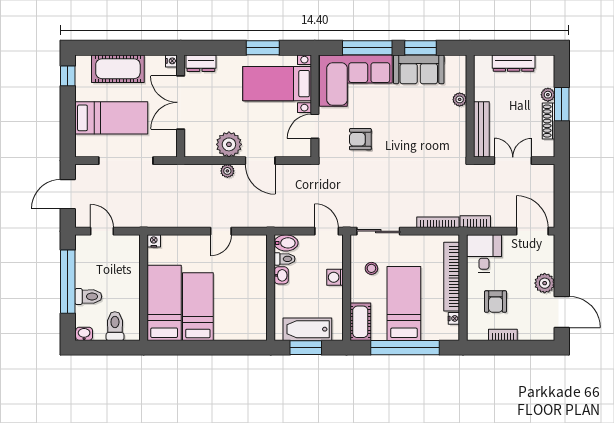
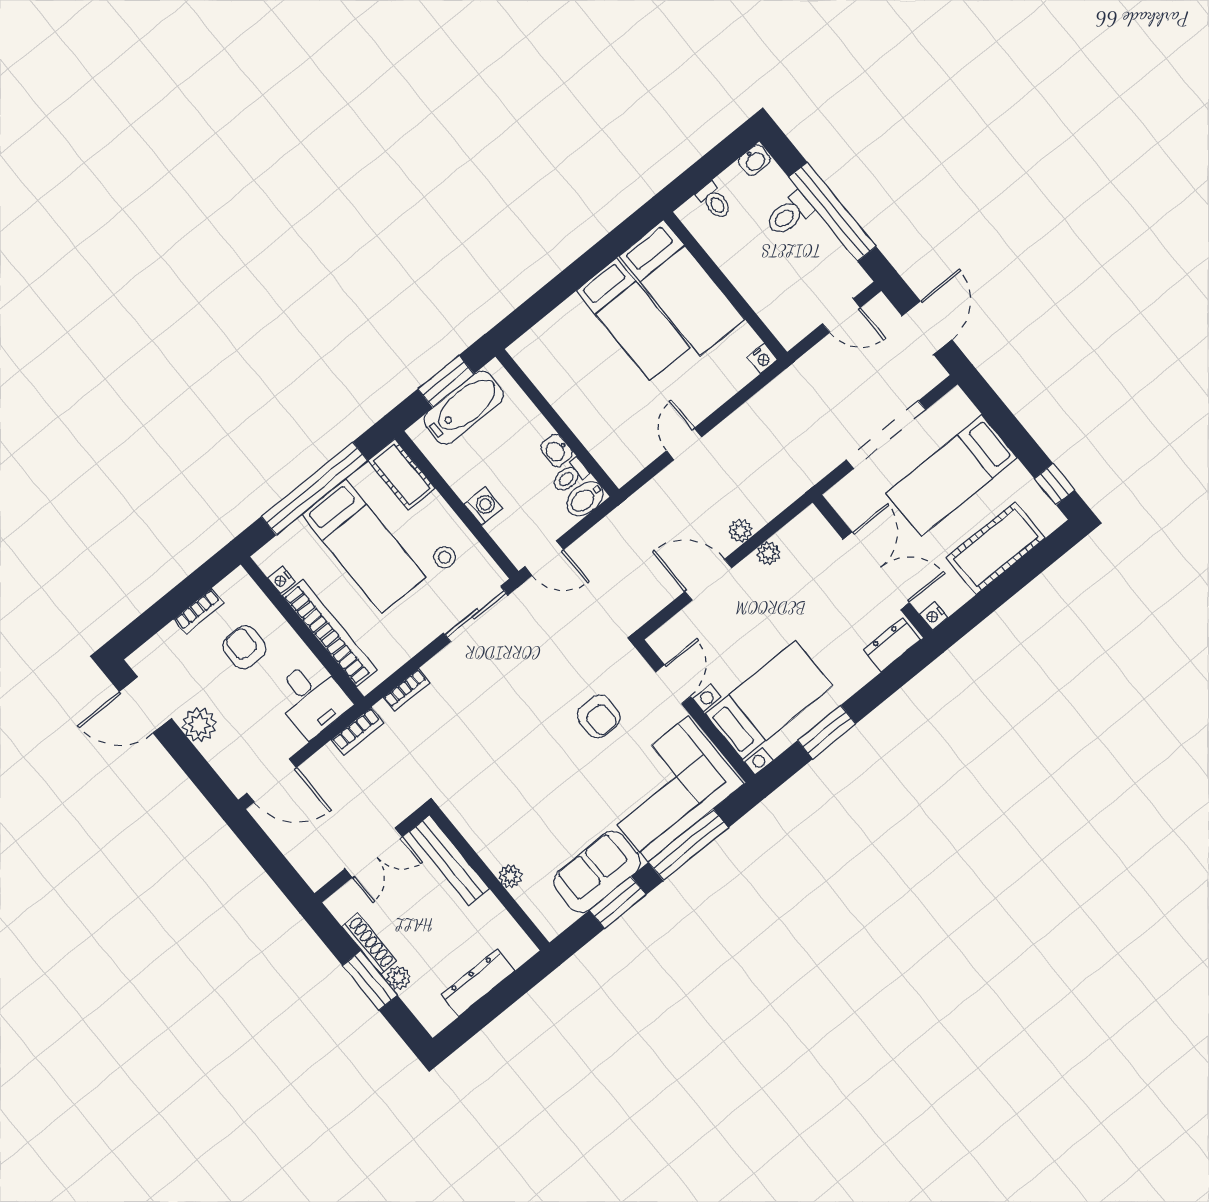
armchair: (360, 139) -> (599, 716), turned 90
plant: (229, 144) -> (769, 553), width x0.53, depth x0.53
bookcase: (438, 222) -> (406, 690), width x0.64
toilet: (115, 326) -> (714, 201), width x0.73, depth x0.72

